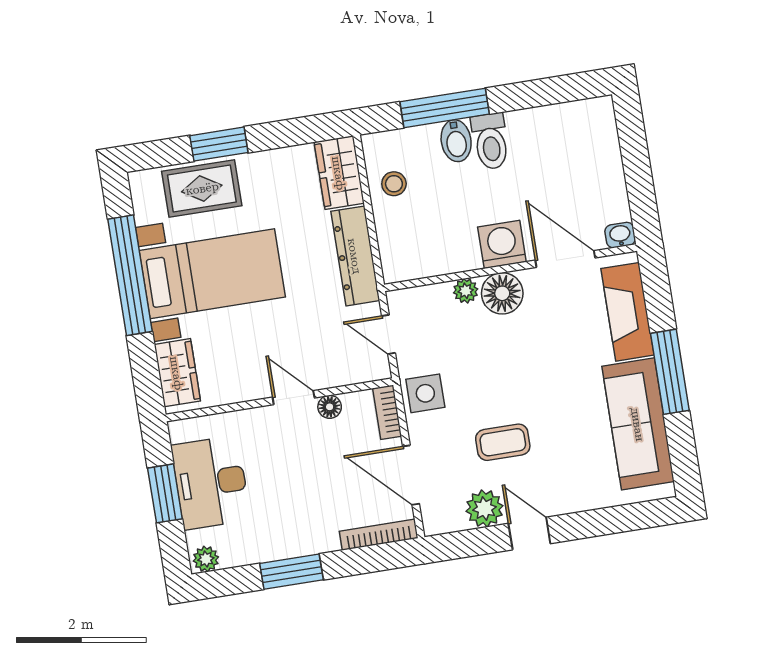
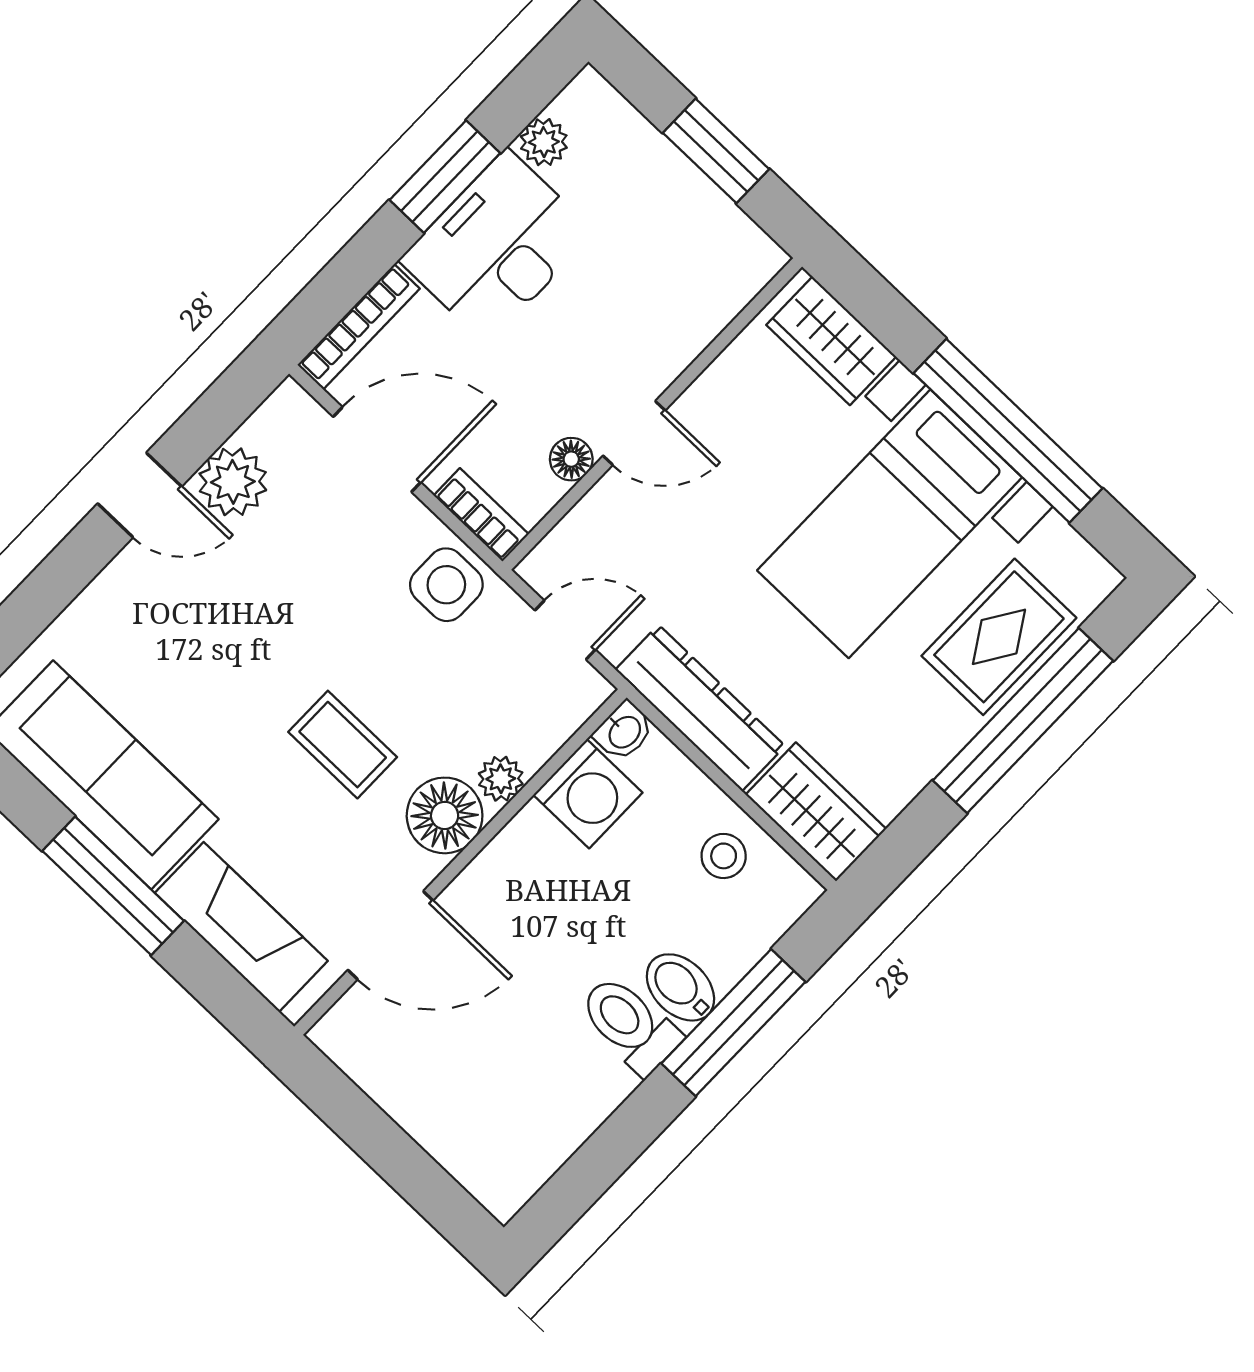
window: (219, 144) -> (1023, 721), width x2.11
washbasin: (620, 235) -> (624, 731), moved
washing machine: (502, 244) -> (588, 794), moved
coffee table: (503, 442) -> (343, 745), moved, turned 90
desk: (211, 483) -> (497, 246), moved, turned -90
plant: (206, 559) -> (544, 142), moved

